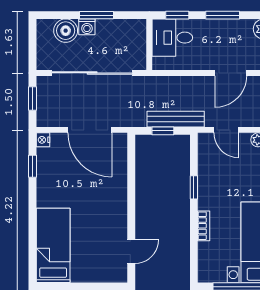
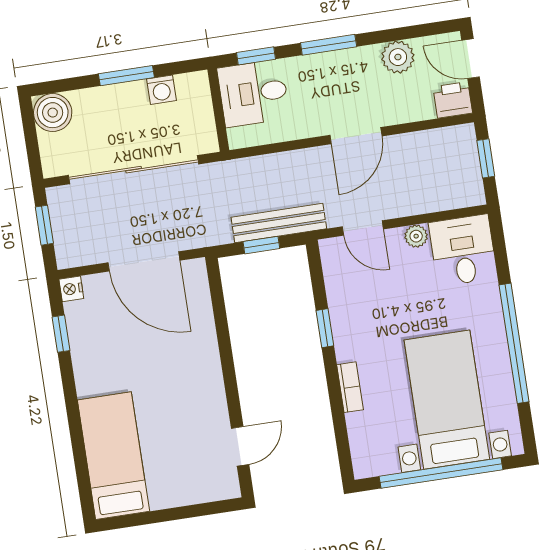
washing machine: (87, 27) -> (161, 90), moved
boiler: (66, 31) -> (53, 113), moved

